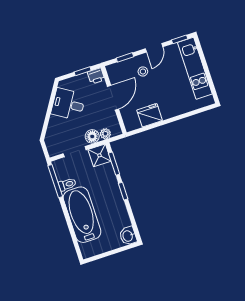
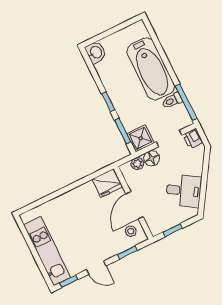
door: (154, 48) -> (96, 268), swing flipped
stool: (143, 71) -> (131, 231), moved
printer: (96, 76) -> (193, 139), moved, turned -90
fridge: (150, 115) -> (107, 183), moved

